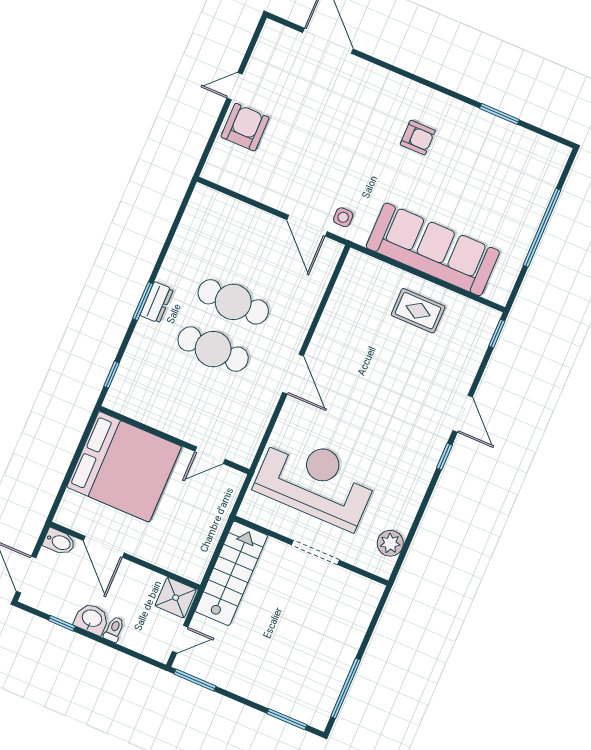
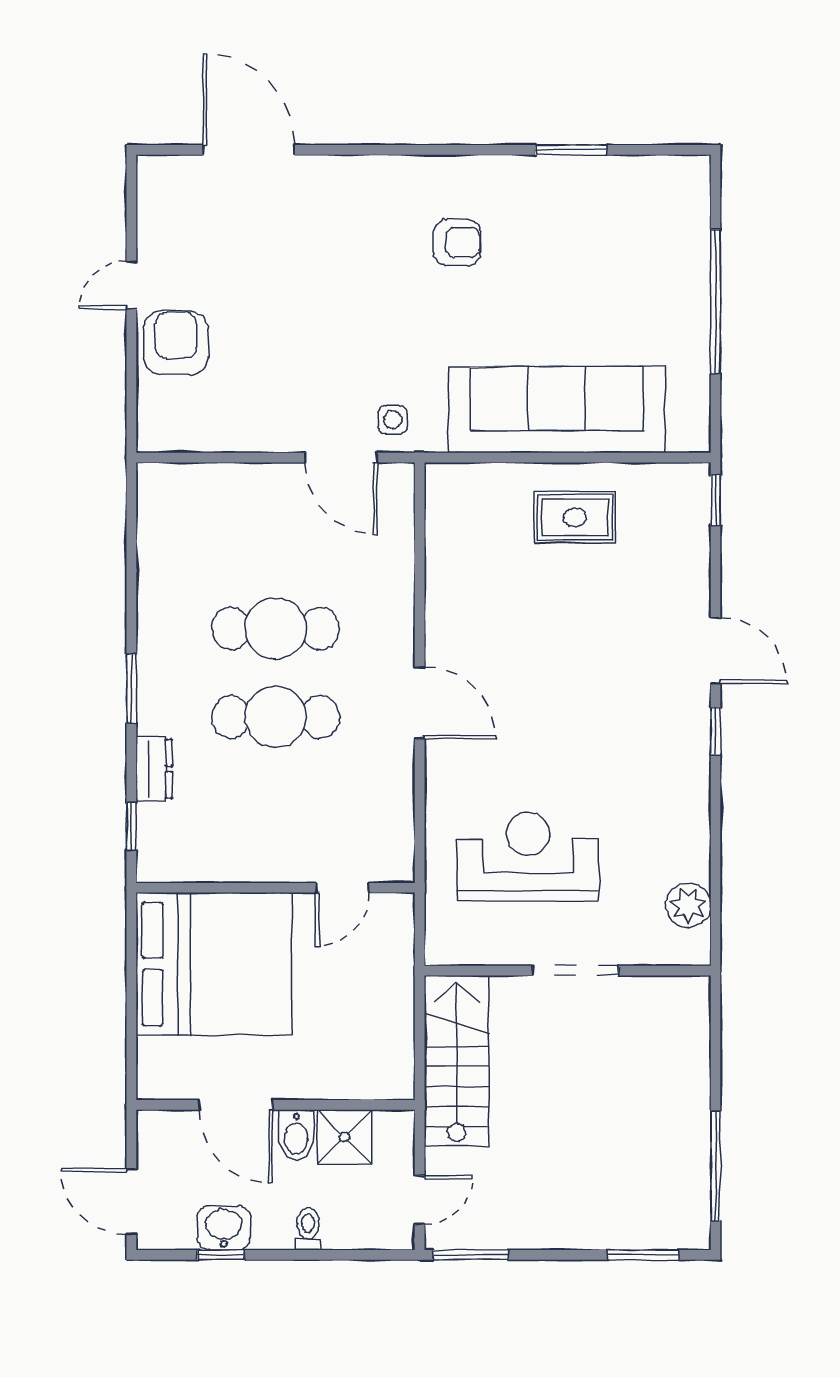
dresser: (157, 302) -> (154, 769), moved
reception desk: (316, 481) -> (528, 857), width x0.74, depth x0.77
bidet: (59, 542) -> (296, 1135), moved, turned 90
shower: (176, 598) -> (344, 1137), moved
washbasin: (92, 619) -> (224, 1228), moved

